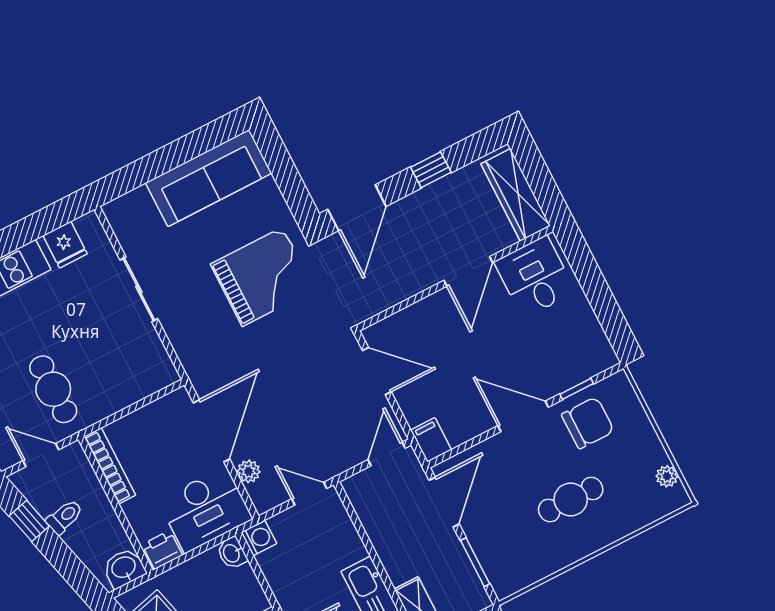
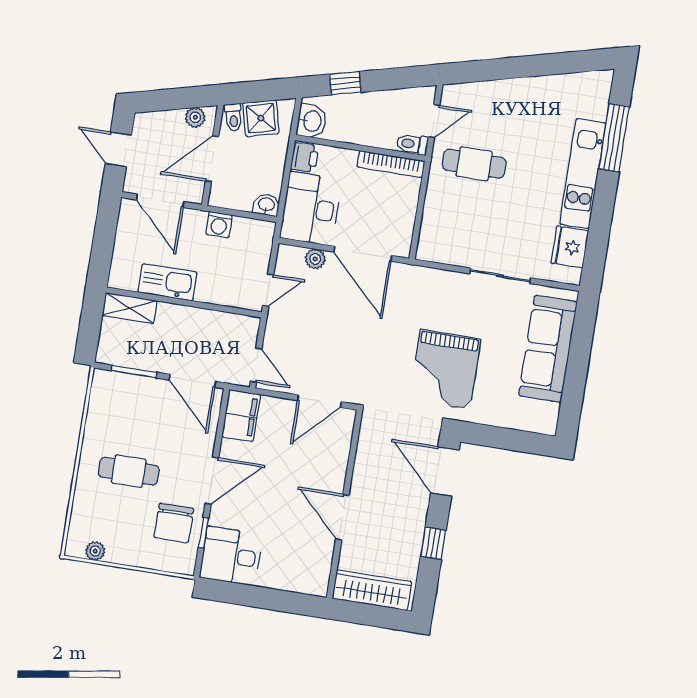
sofa: (209, 178) -> (548, 349), moved
fridge: (65, 245) -> (570, 247), width x1.38
desk: (535, 277) -> (231, 556), moved, turned 180
filing cabinet: (431, 440) -> (241, 416), width x2.00
cafe table: (571, 499) -> (129, 471), turned 90
toilet: (65, 517) -> (412, 144), moved, turned 104
window: (29, 521) -> (345, 83), moved
washing machine: (259, 538) -> (219, 225), moved

